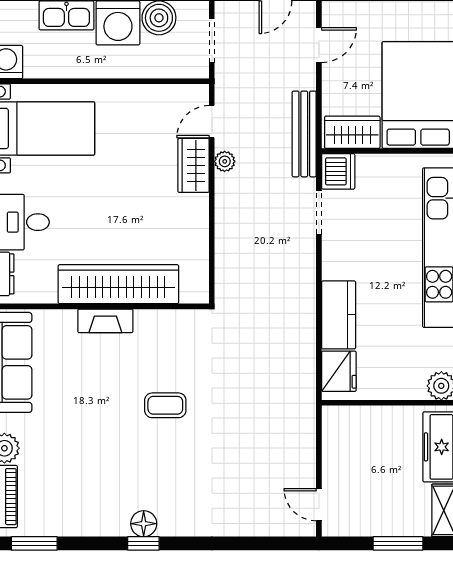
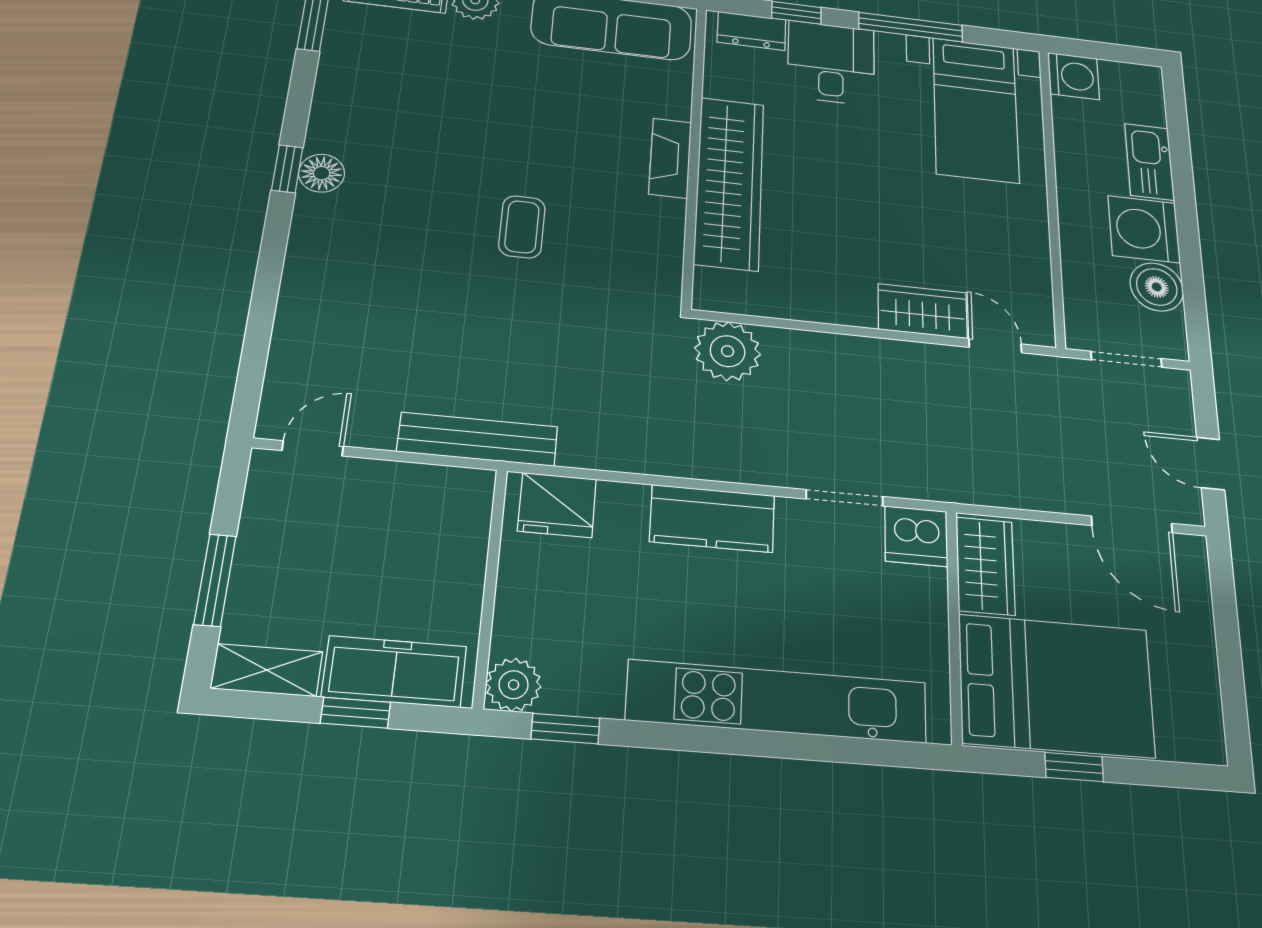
door: (319, 45) -> (1132, 524), width x1.38
bench: (304, 134) -> (478, 439), moved
plant: (225, 161) -> (728, 351), moved, width x1.88, depth x1.88
kitchen counter: (339, 315) -> (712, 518), moved

